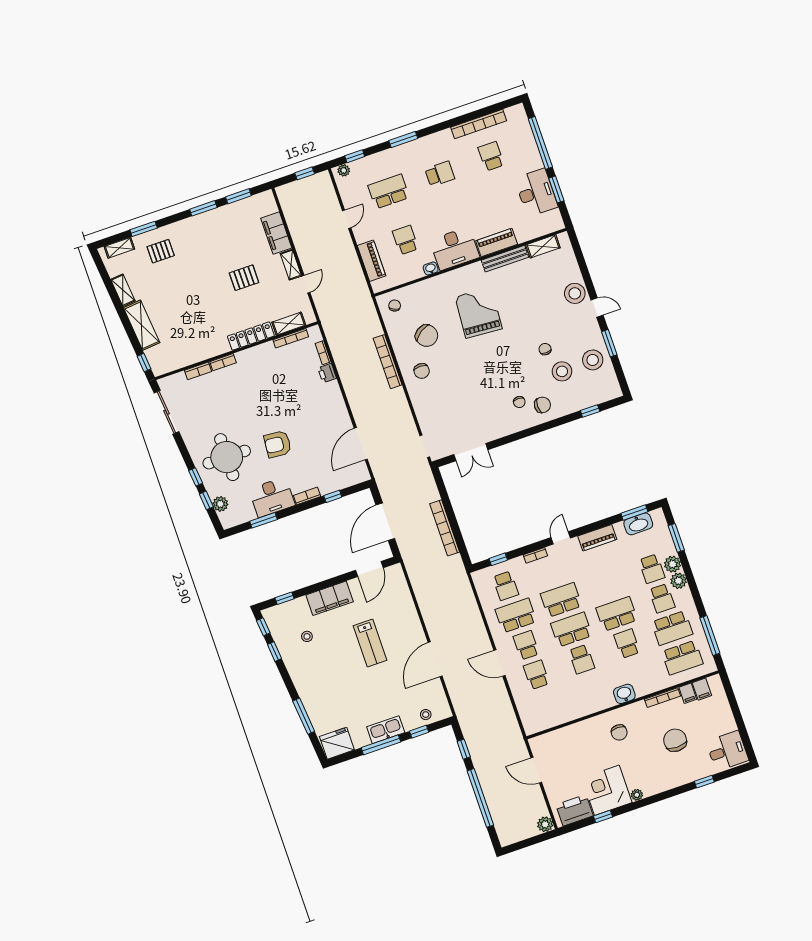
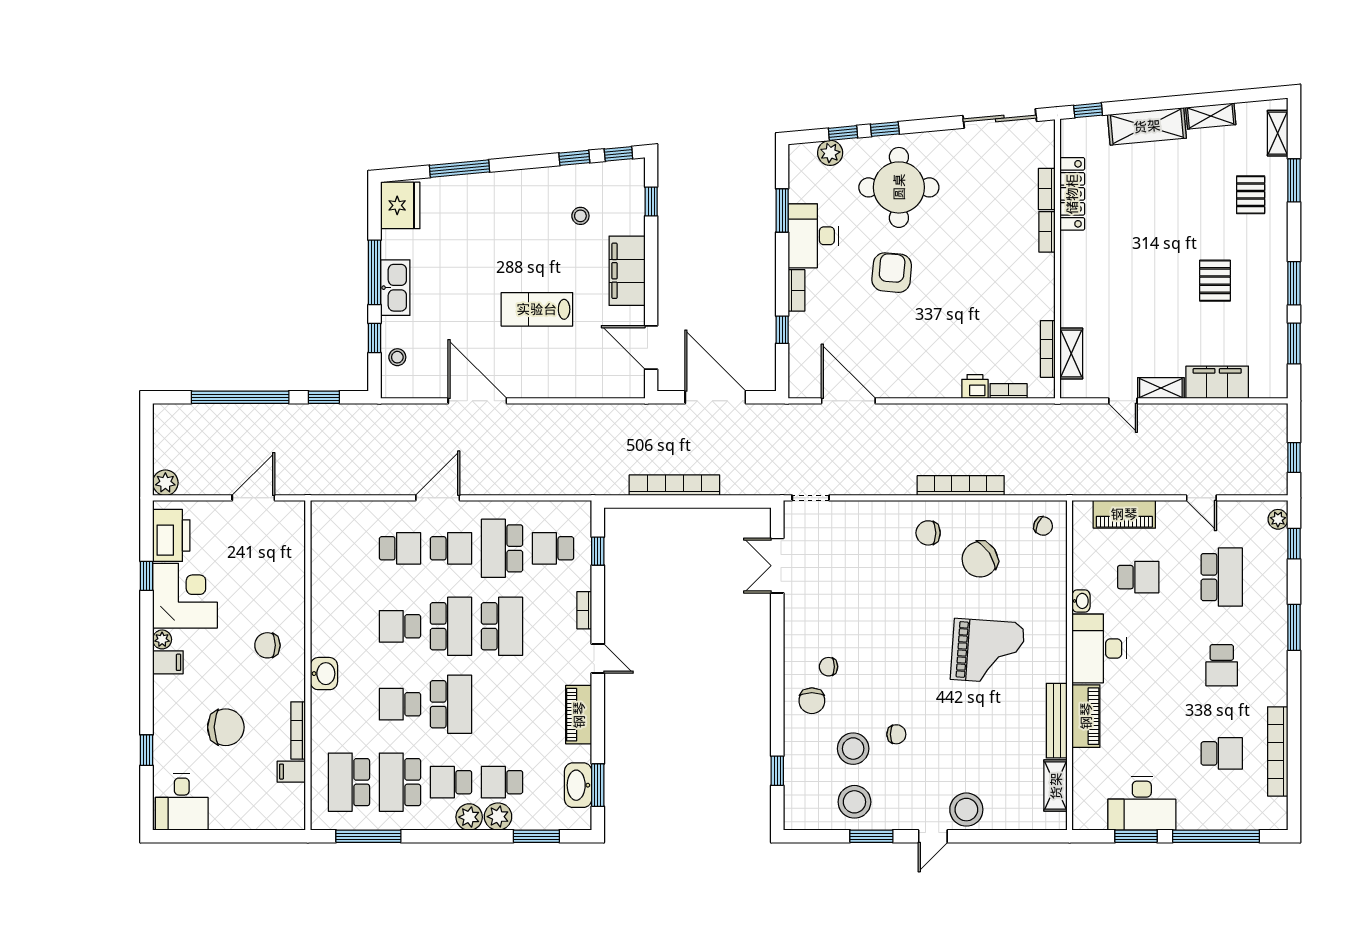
pallet: (244, 278) -> (1215, 281), moved
locker: (251, 336) -> (1072, 194), moved
school desk: (516, 615) -> (502, 548), turned 180
school desk: (627, 644) -> (400, 704), turned 180
filing cabinet: (702, 689) -> (168, 662), moved, turned 180

